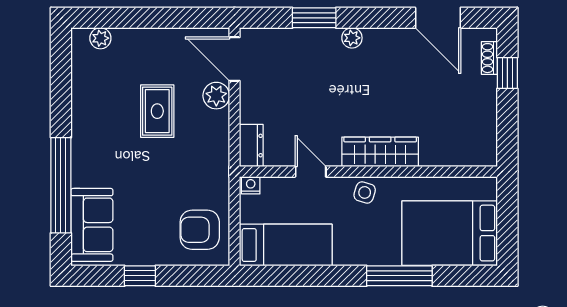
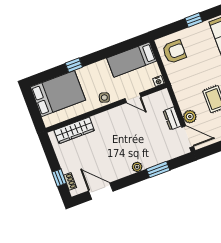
dresser: (251, 146) -> (172, 119), moved
wardrobe: (380, 152) -> (74, 130), moved
window: (399, 276) -> (74, 65), width x0.46

